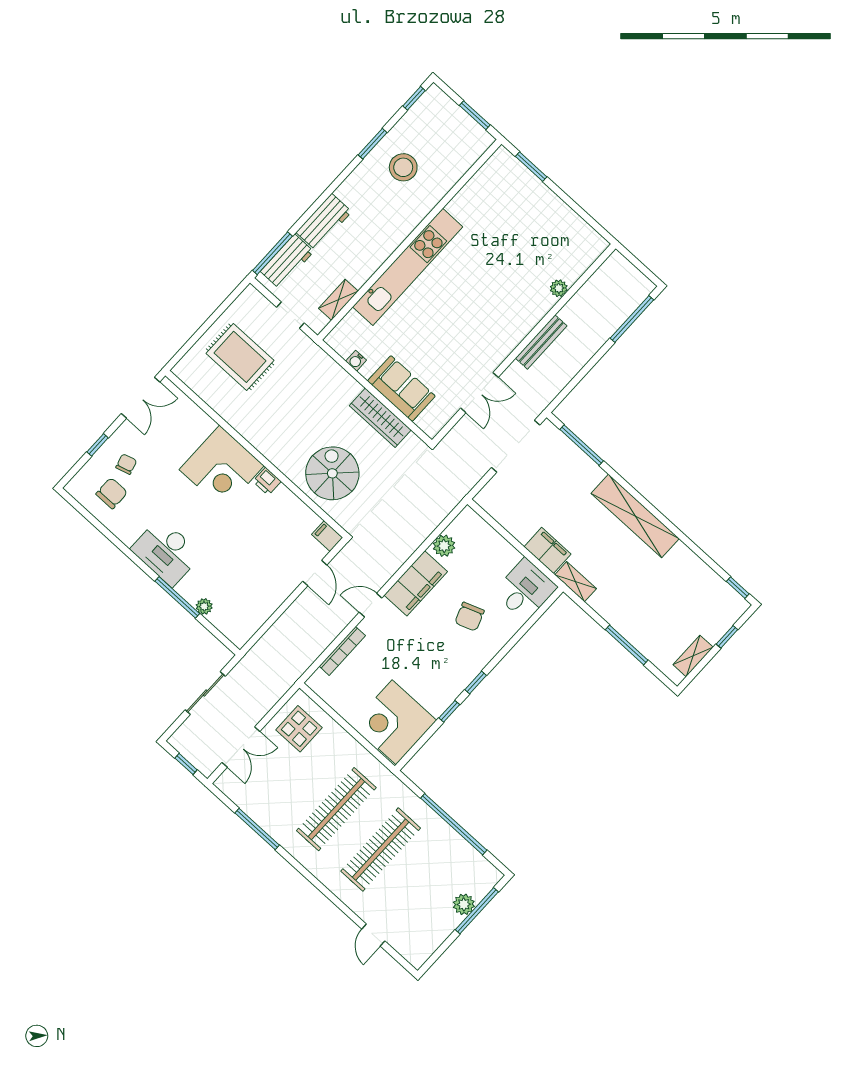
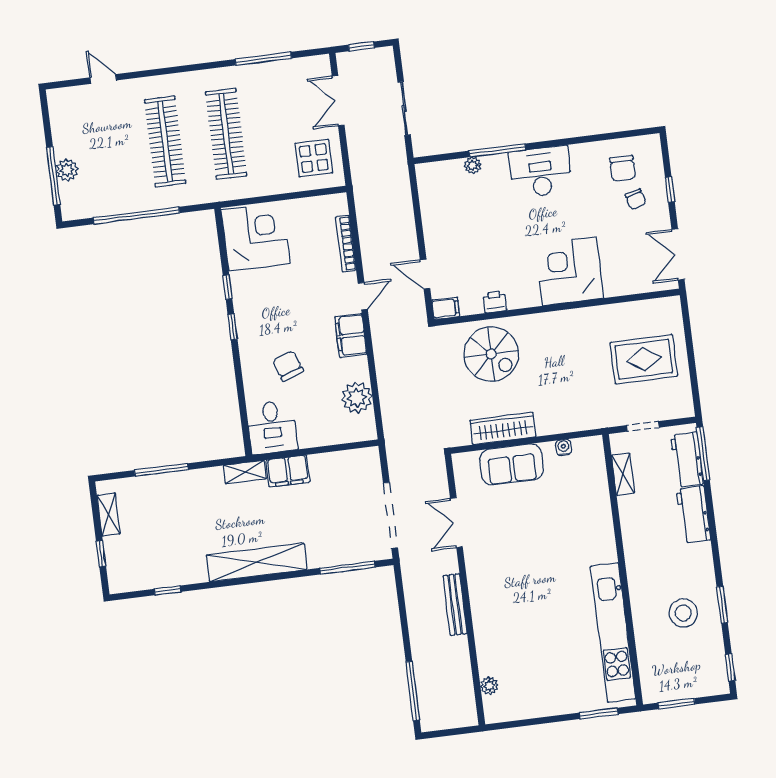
kitchen unit: (408, 267) -> (613, 633), moved
plant: (559, 288) -> (489, 686), moved
printer: (267, 481) -> (495, 302), moved
plant: (444, 546) -> (357, 398), width x1.36, depth x1.36
filing cabinet: (416, 583) -> (351, 335), width x0.67, depth x0.86
window: (738, 588) -> (167, 590), moved

